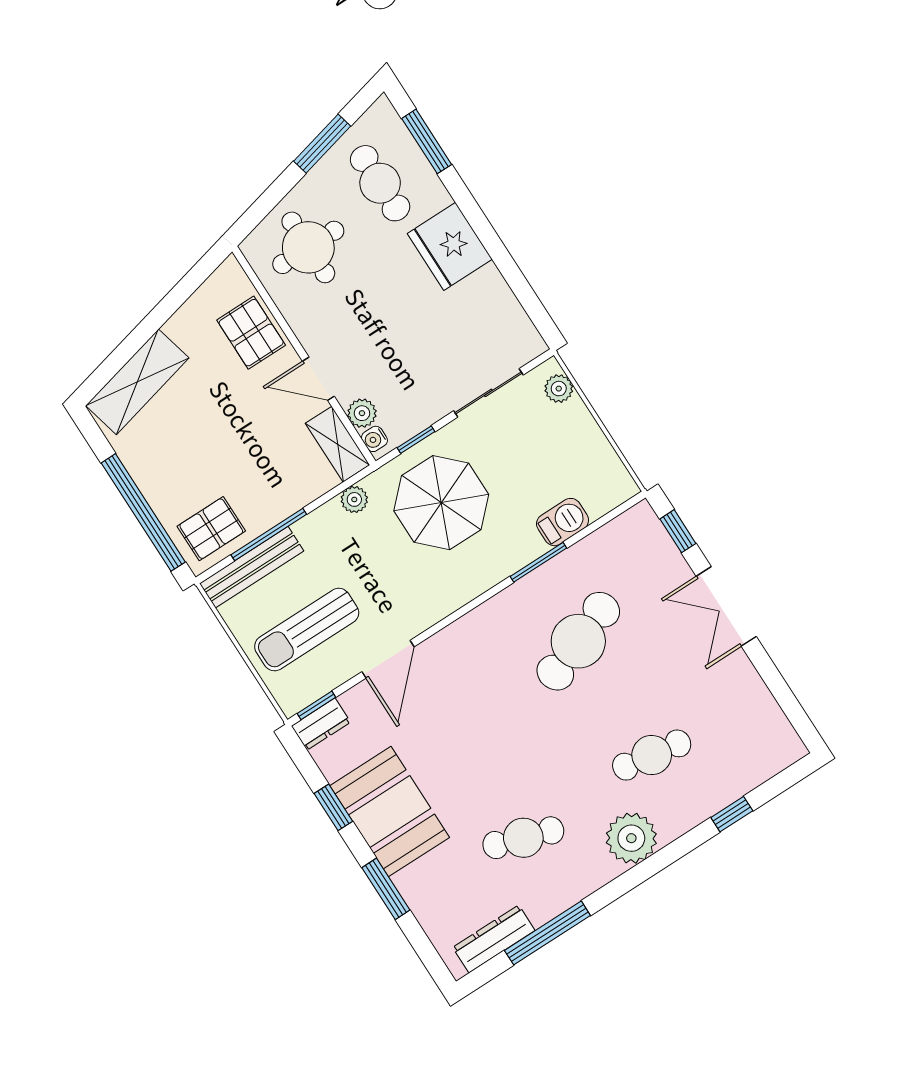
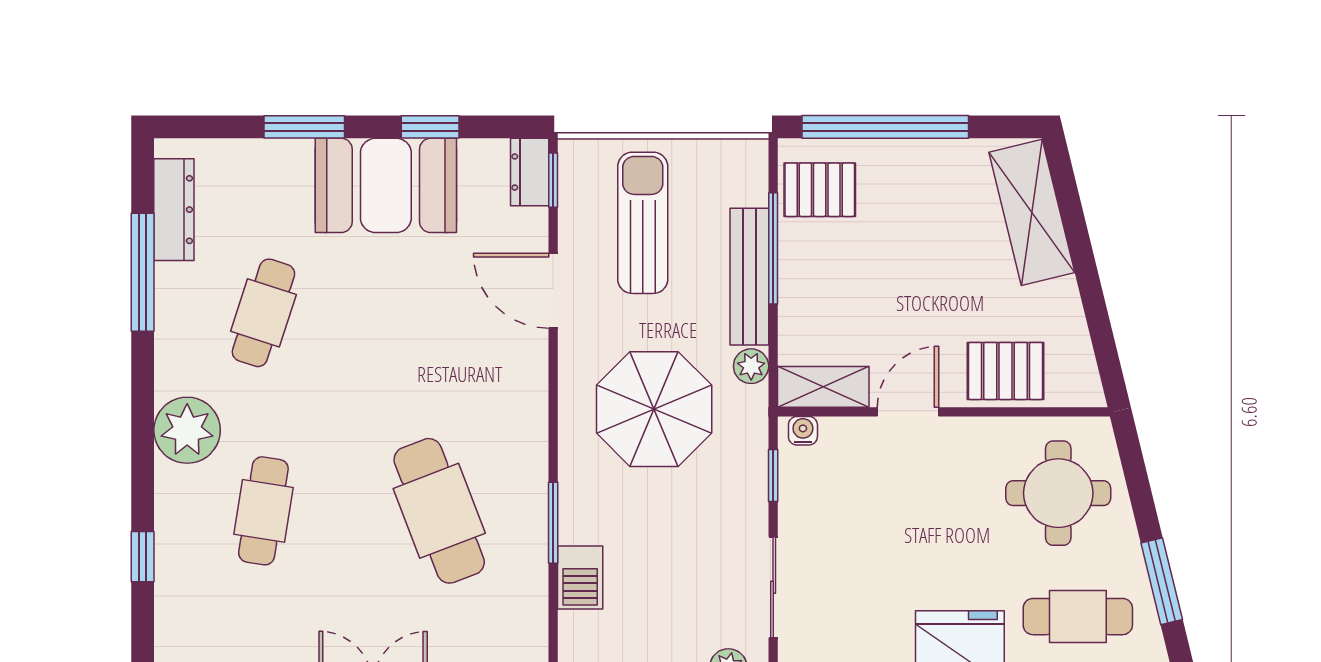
plant: (362, 413) -> (840, 435), removed
parasol: (441, 503) -> (654, 409), moved
pallet: (211, 529) -> (820, 190), turned 90
bench: (252, 567) -> (749, 277), moved

